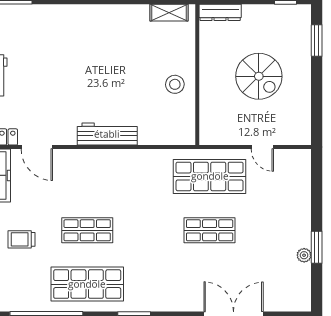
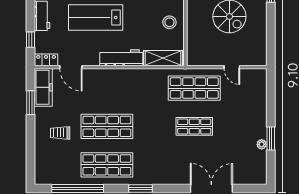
lab bench: (71, 78) -> (96, 17), added
shelving: (166, 134) -> (163, 58), added
shop shelf: (87, 230) -> (107, 126), width x1.43, depth x1.36

